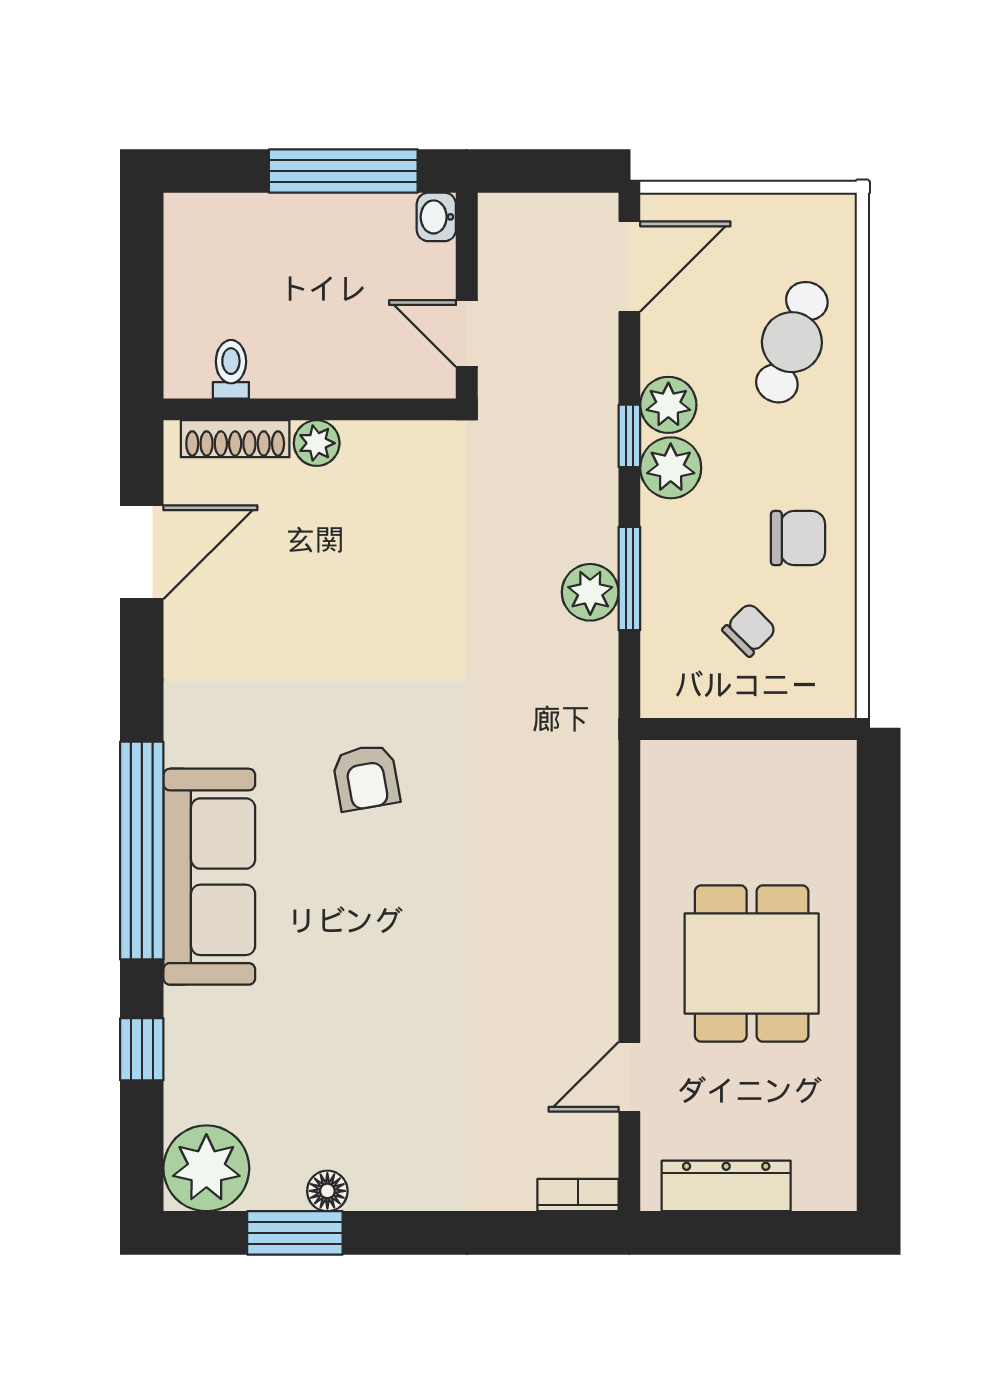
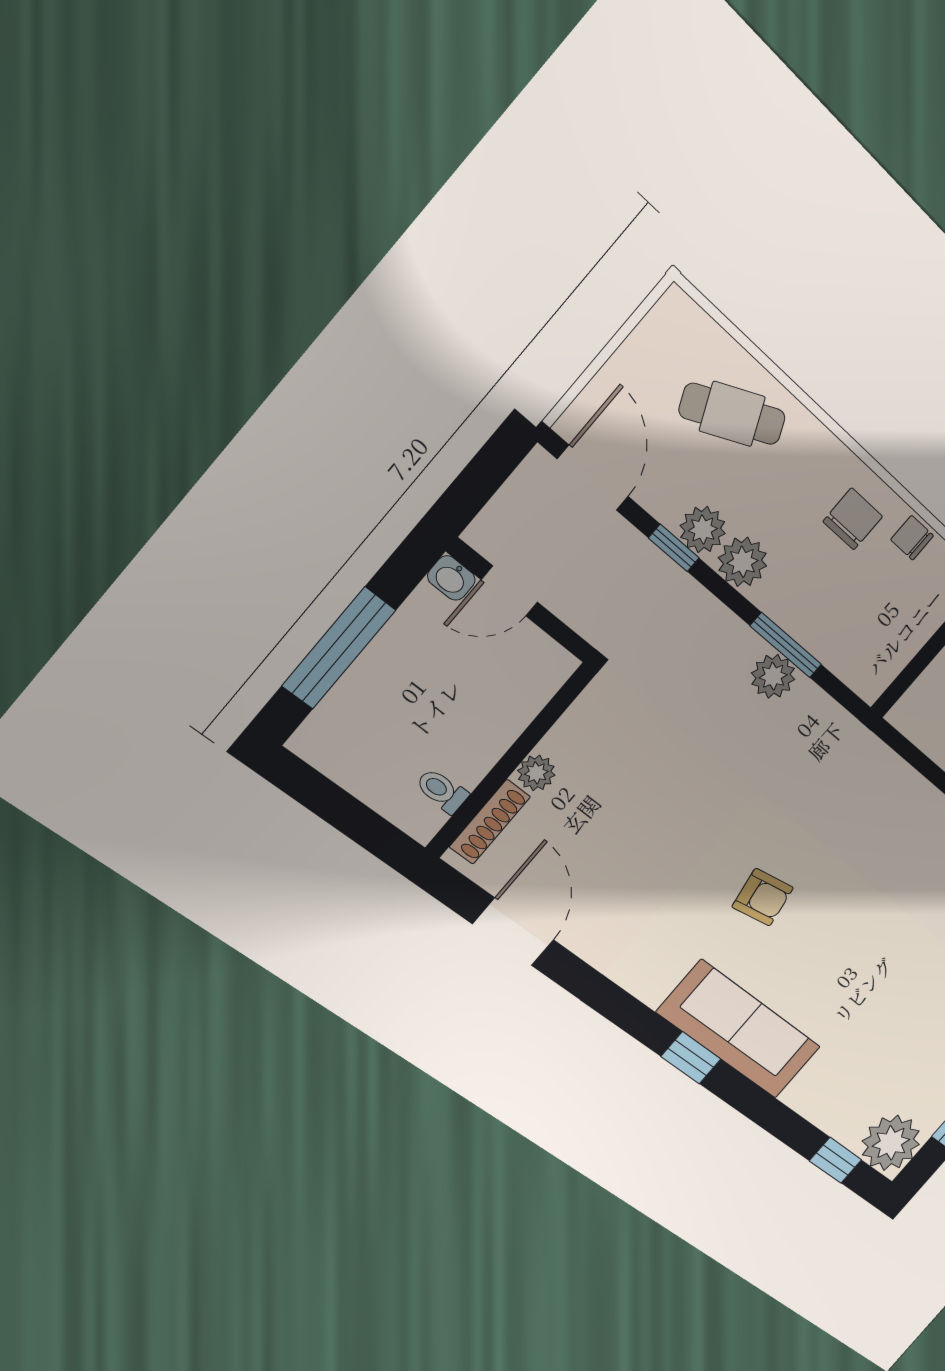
window: (343, 171) -> (339, 648), moved
door: (467, 333) -> (509, 591), moved
cafe table: (792, 342) -> (732, 414), turned -45
window: (629, 436) -> (674, 548), moved
chair: (749, 630) -> (912, 538), moved, turned -45
window: (142, 851) -> (691, 1058), width x0.32
window: (142, 1049) -> (836, 1160), moved

